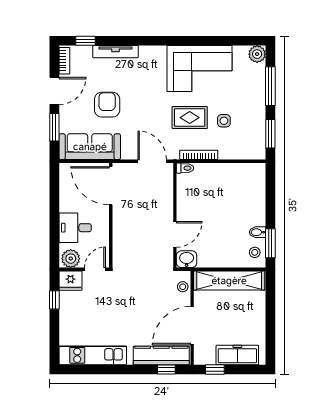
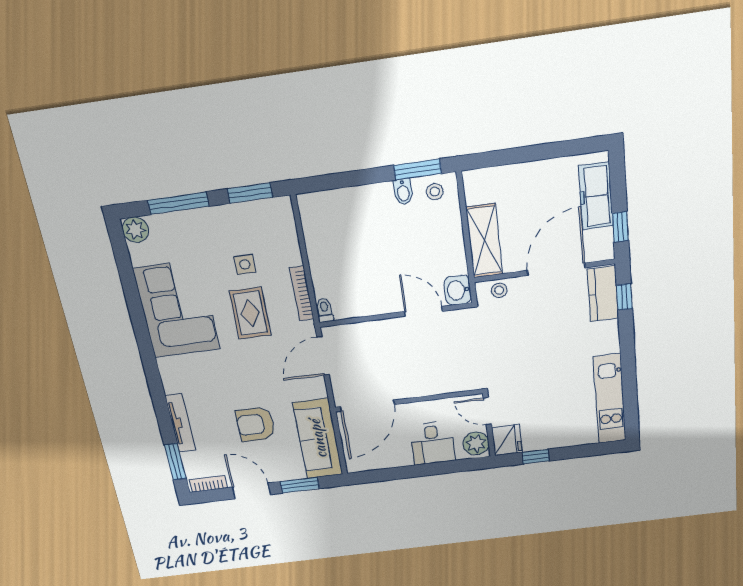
window: (86, 41) -> (175, 462), width x1.50
shelving: (229, 281) -> (484, 241), width x0.68
door: (192, 326) -> (556, 269), swing flipped
kitchen counter: (161, 355) -> (603, 294), width x0.67

